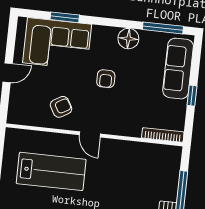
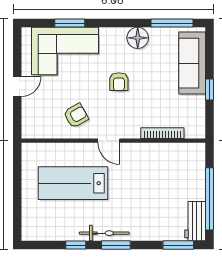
bookcase: (163, 135) -> (162, 133), moved
lab bench: (51, 171) -> (73, 183), turned 180

